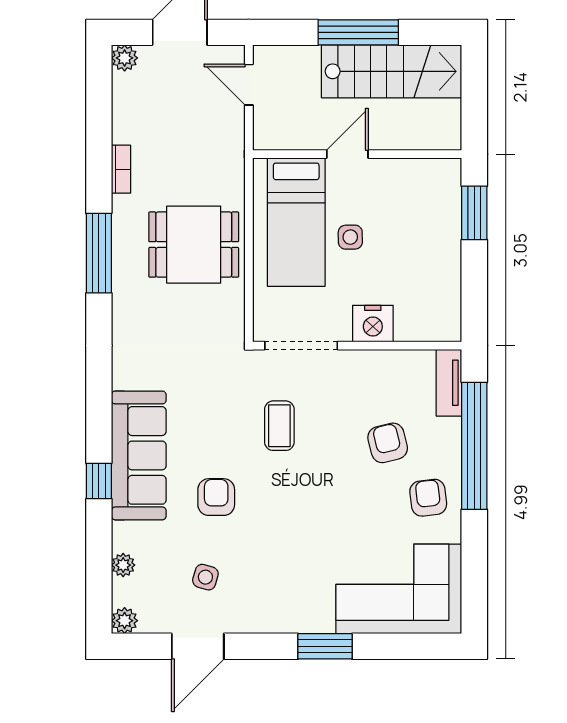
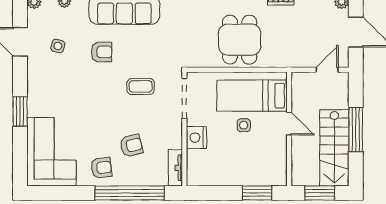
window: (474, 98) -> (320, 193), added
tv unit: (449, 383) -> (175, 168), moved, turned -90

